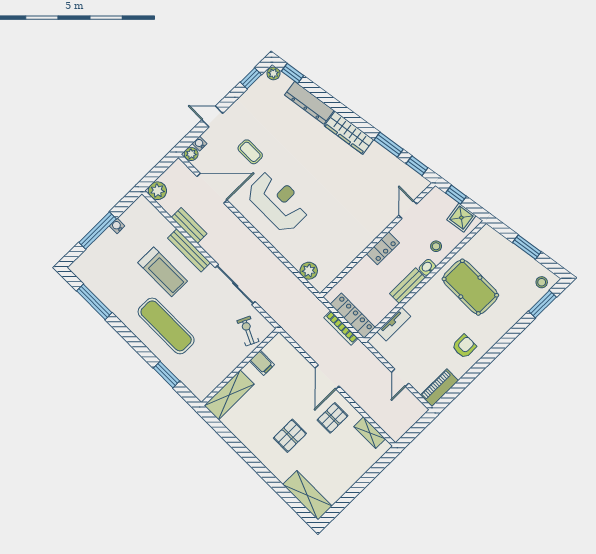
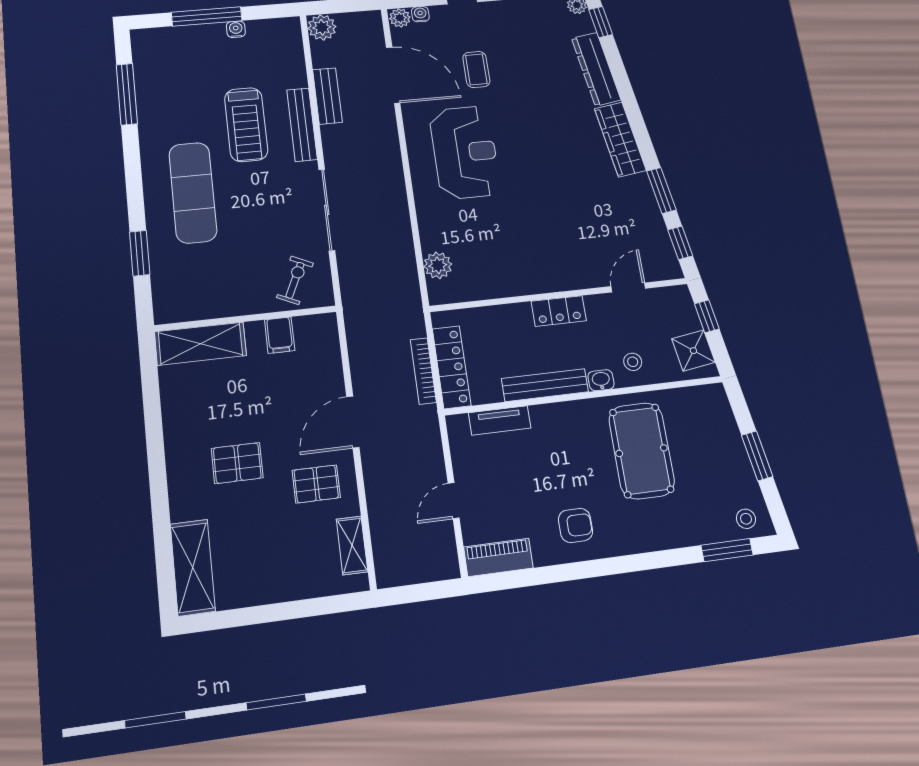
bench: (407, 286) -> (545, 385), width x1.36

